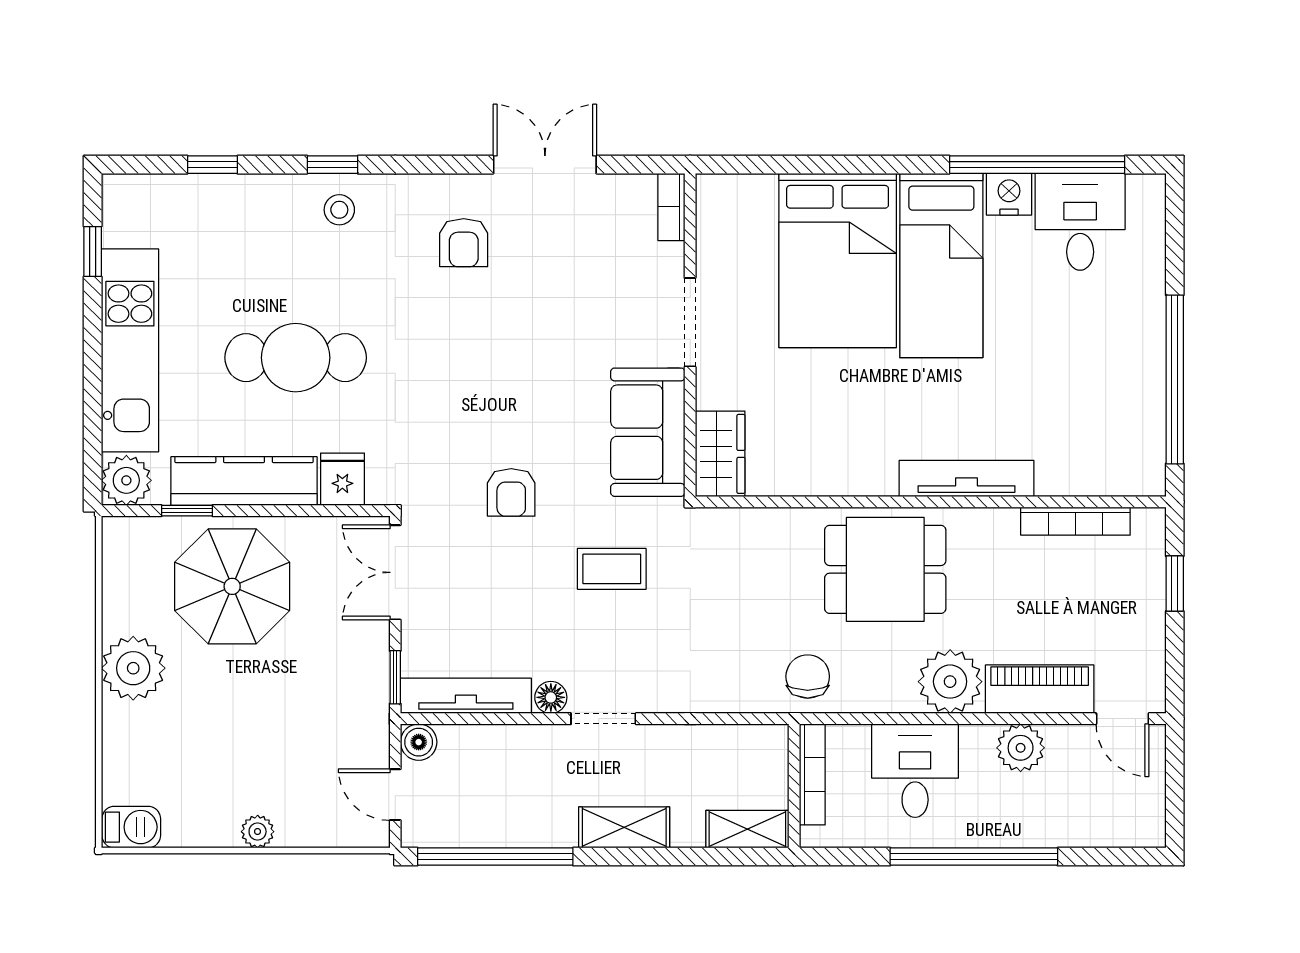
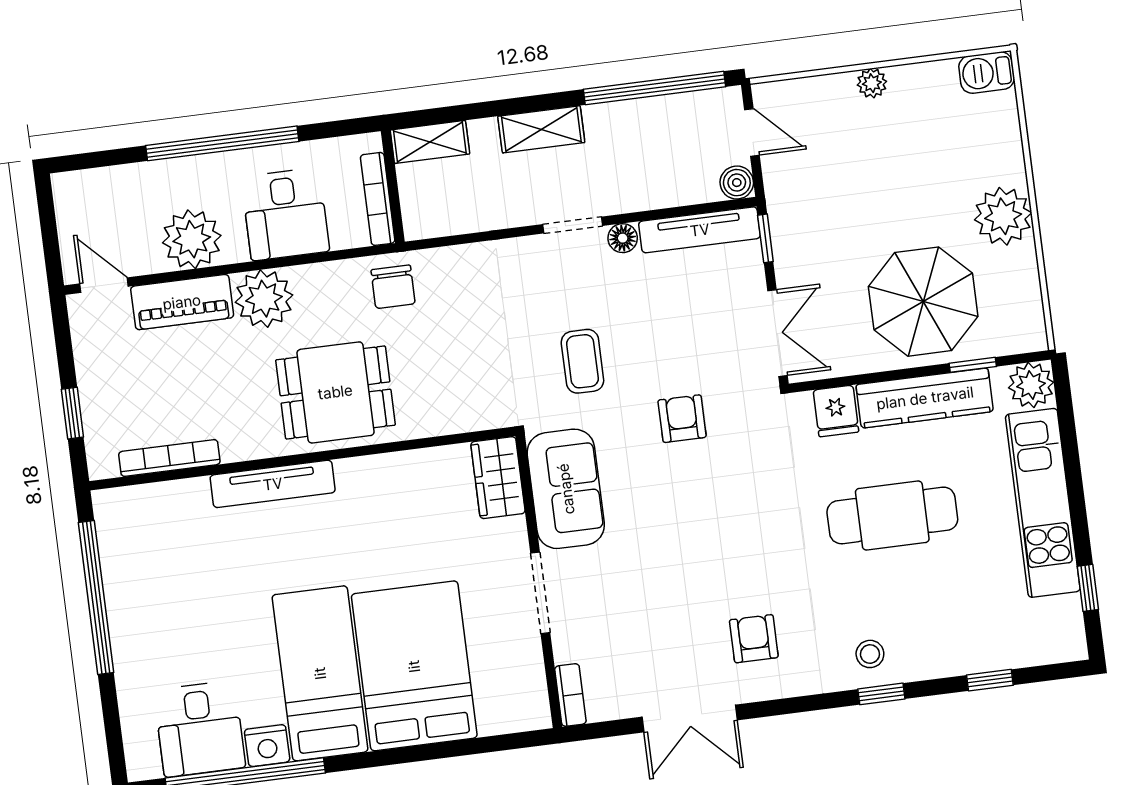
coffee table: (612, 569) -> (582, 361), turned 90
plant: (1021, 748) -> (192, 239), width x1.36, depth x1.36

